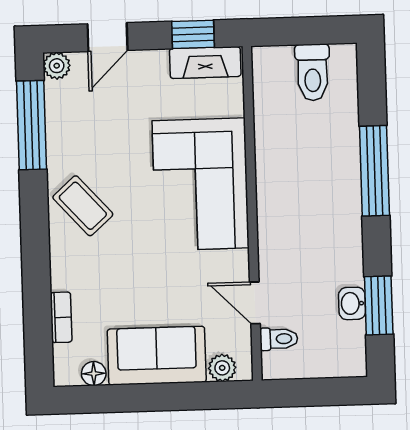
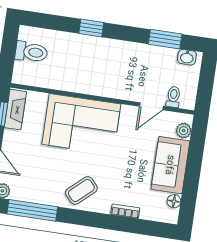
window: (374, 171) -> (91, 28), width x0.46
washbasin: (352, 303) -> (187, 57), moved
bookcase: (61, 317) -> (125, 211), moved

